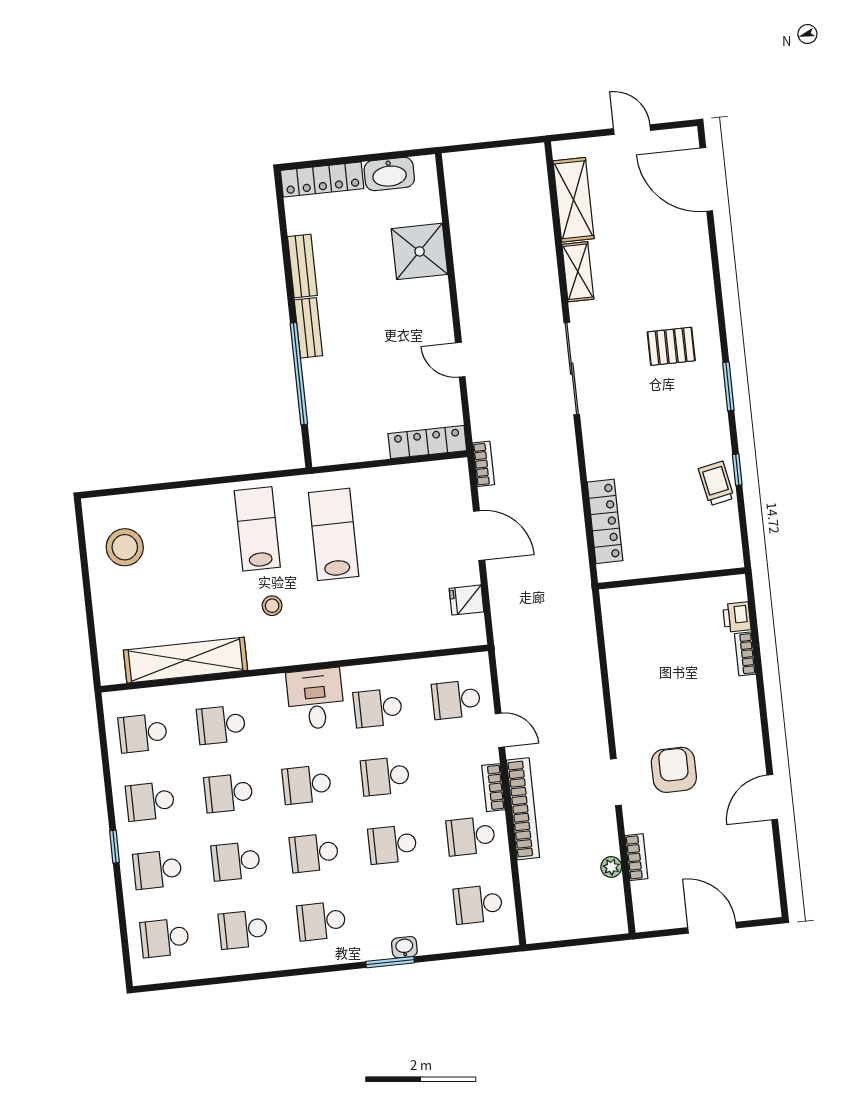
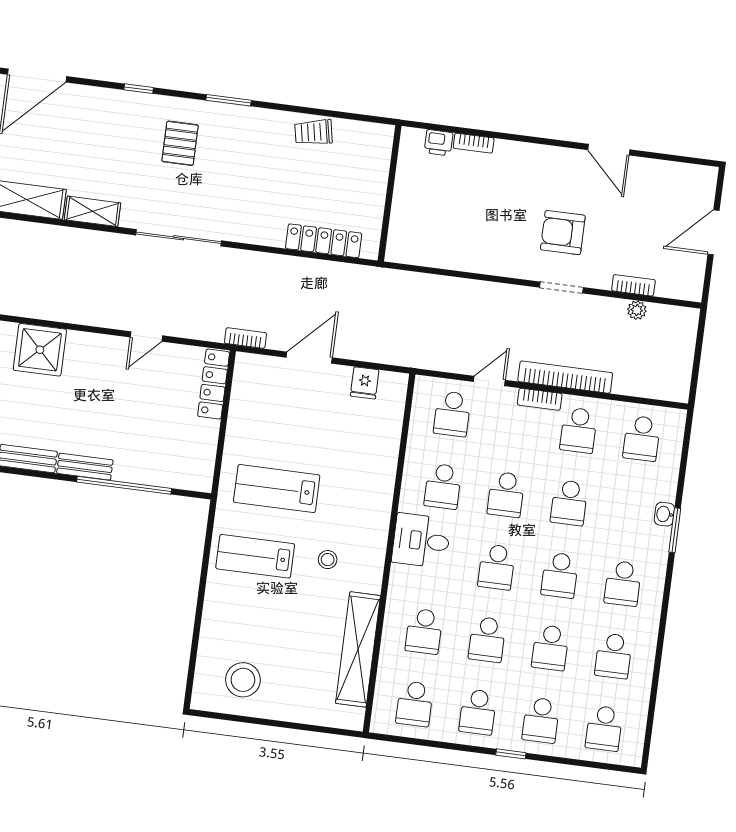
window: (737, 470) -> (139, 89), moved

